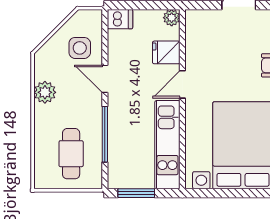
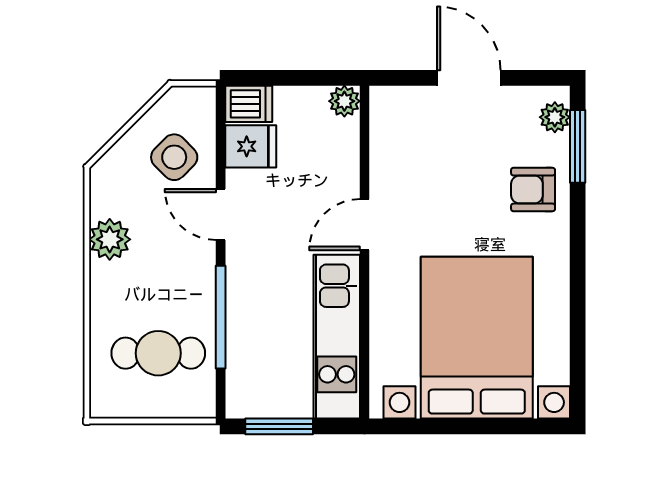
side table: (80, 48) -> (174, 157), turned 45
fridge: (166, 52) -> (251, 146), moved, turned 180
cafe table: (71, 154) -> (158, 353), turned 90

